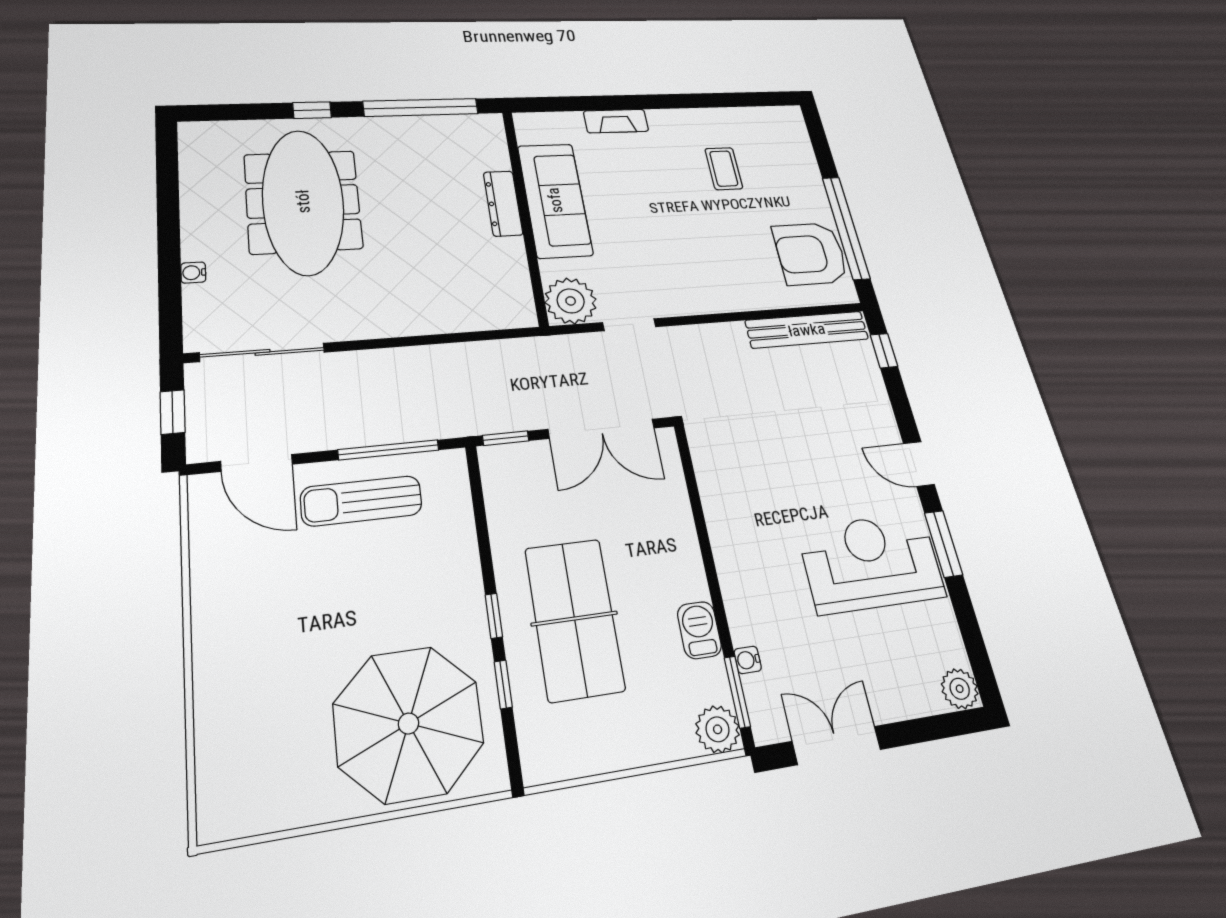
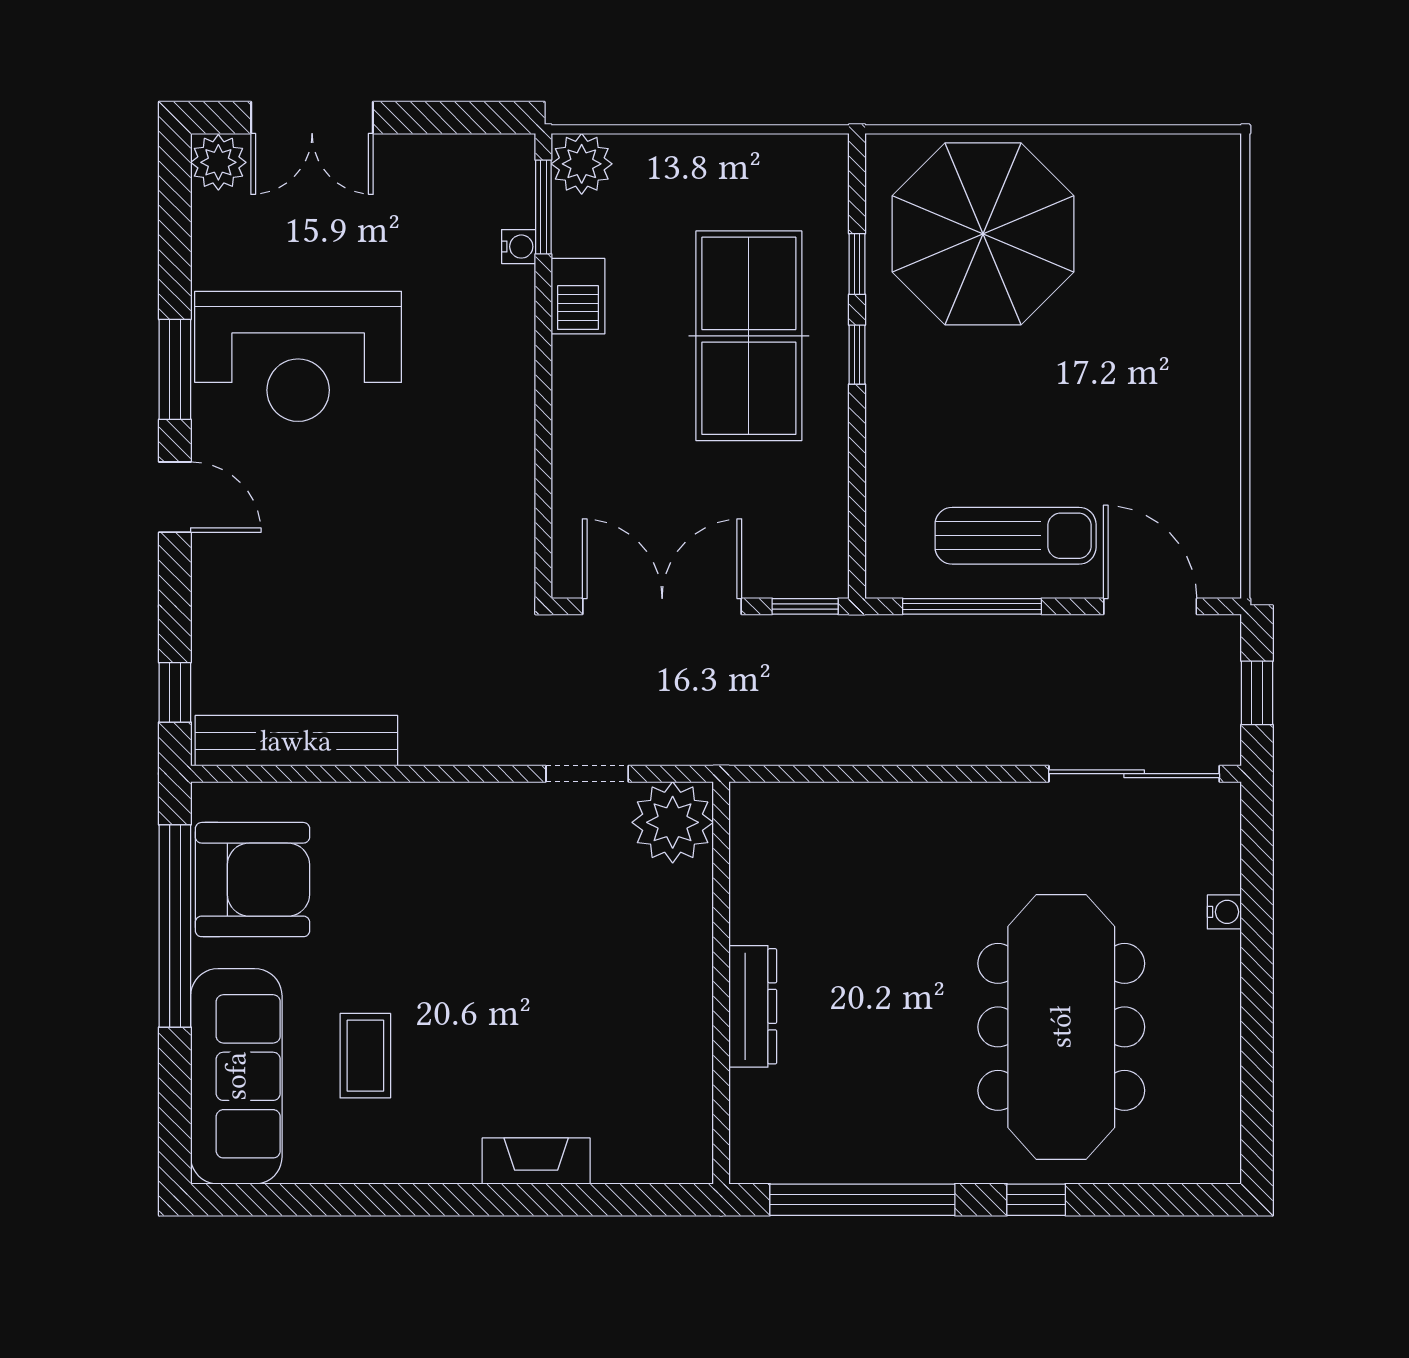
sofa: (555, 200) -> (236, 1076), moved, turned 180
double door: (837, 745) -> (312, 118), moved

